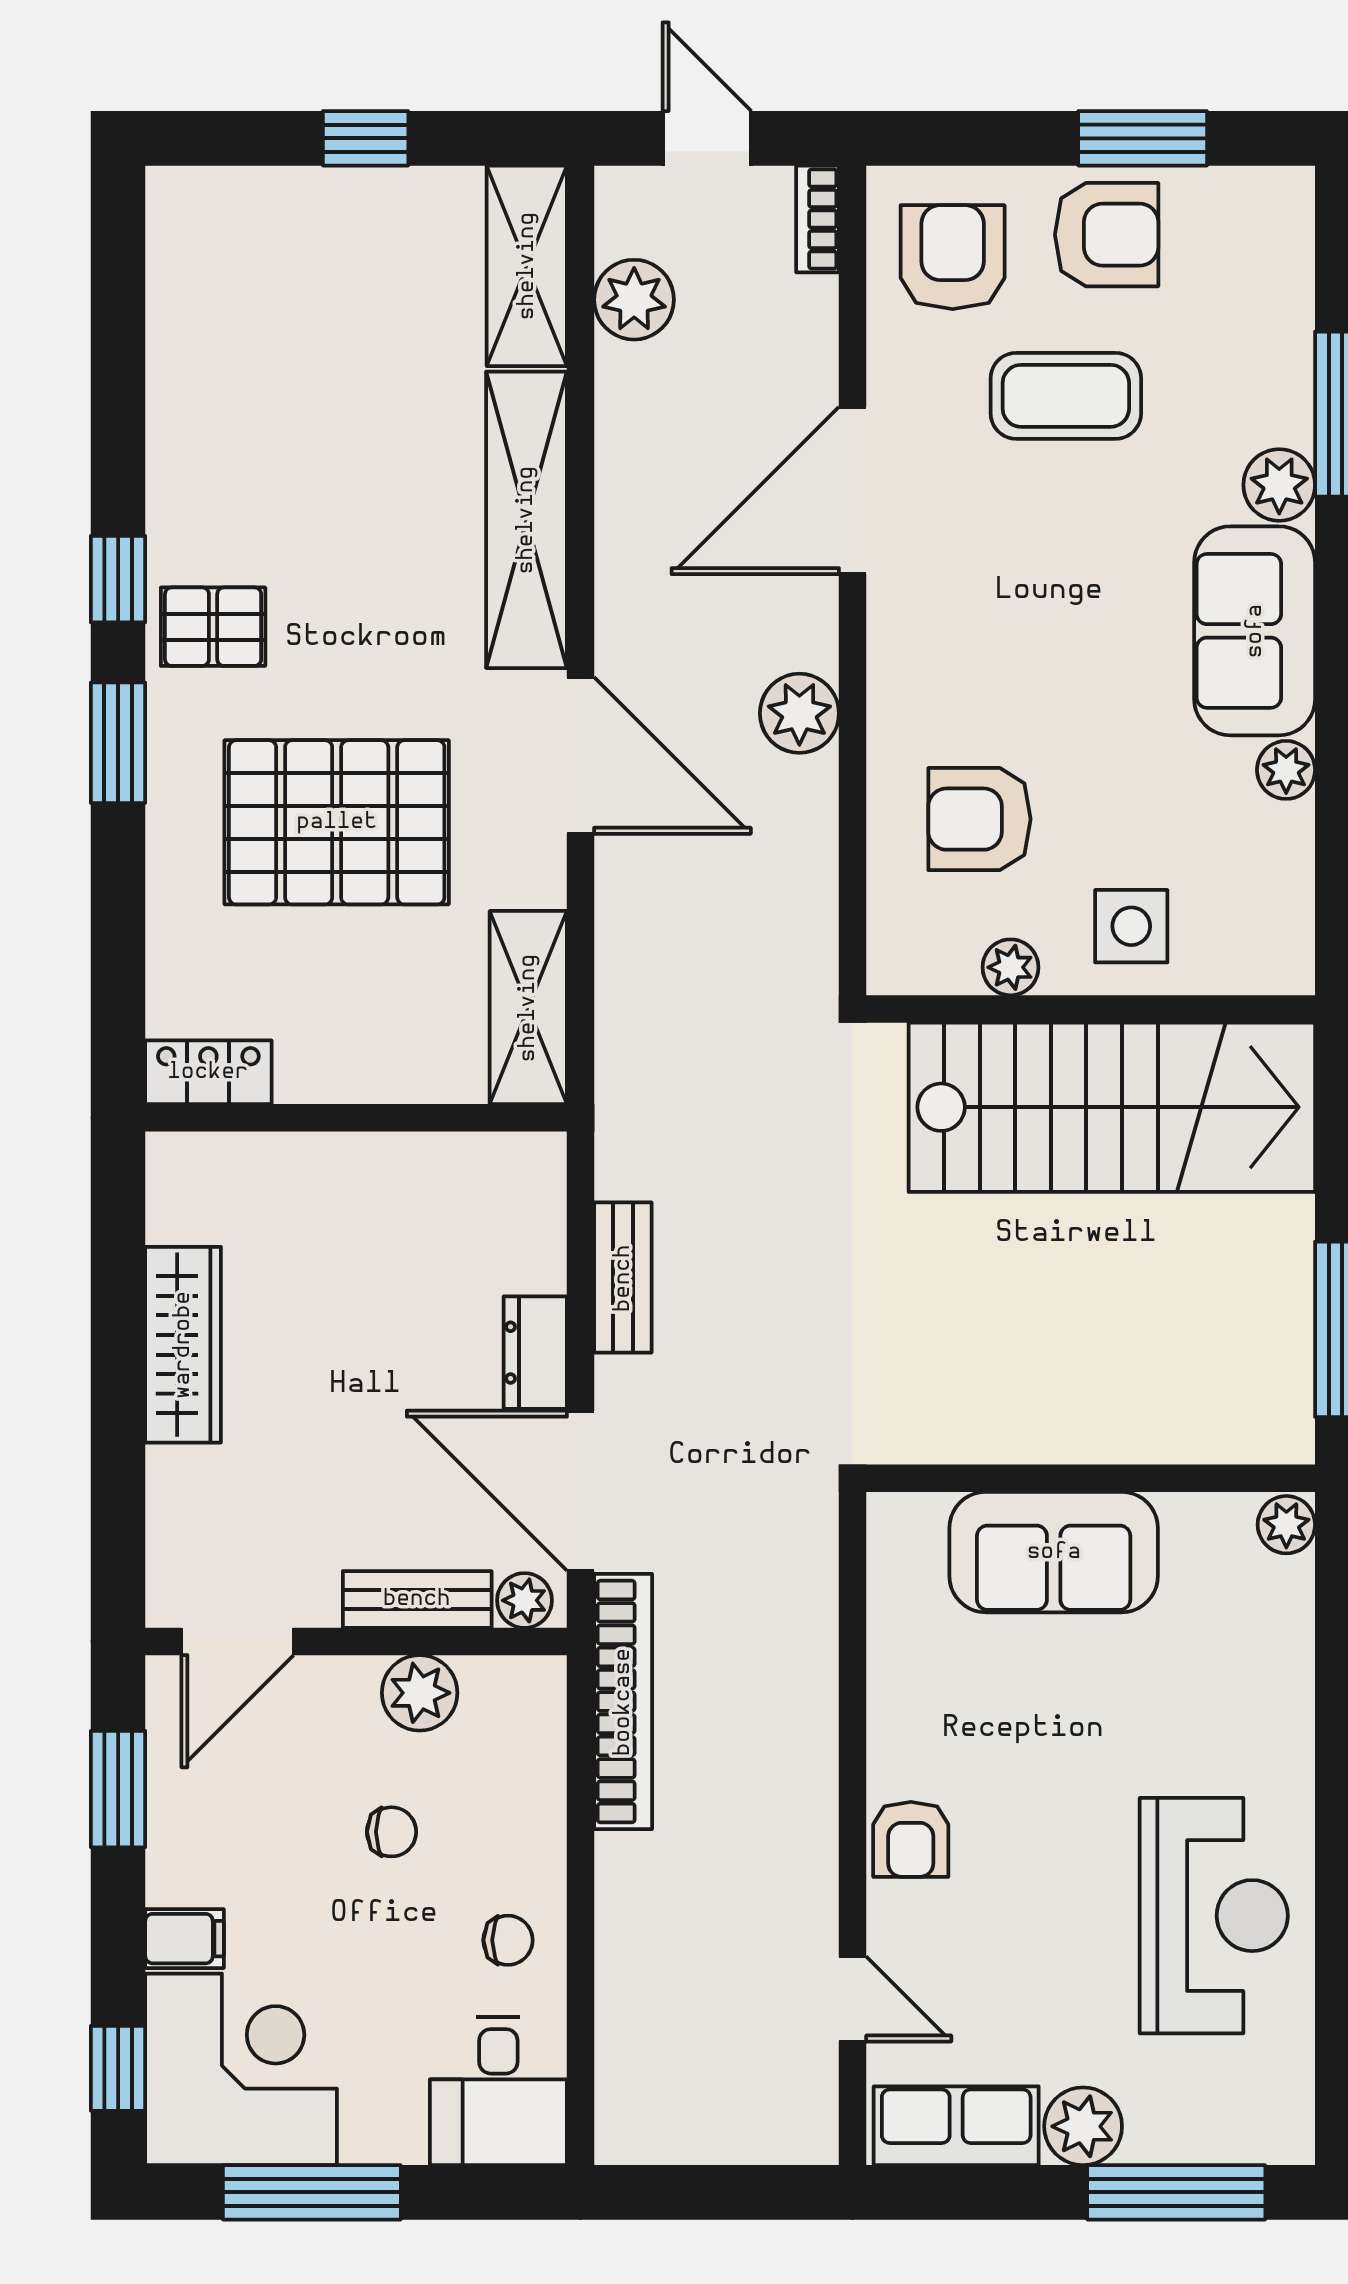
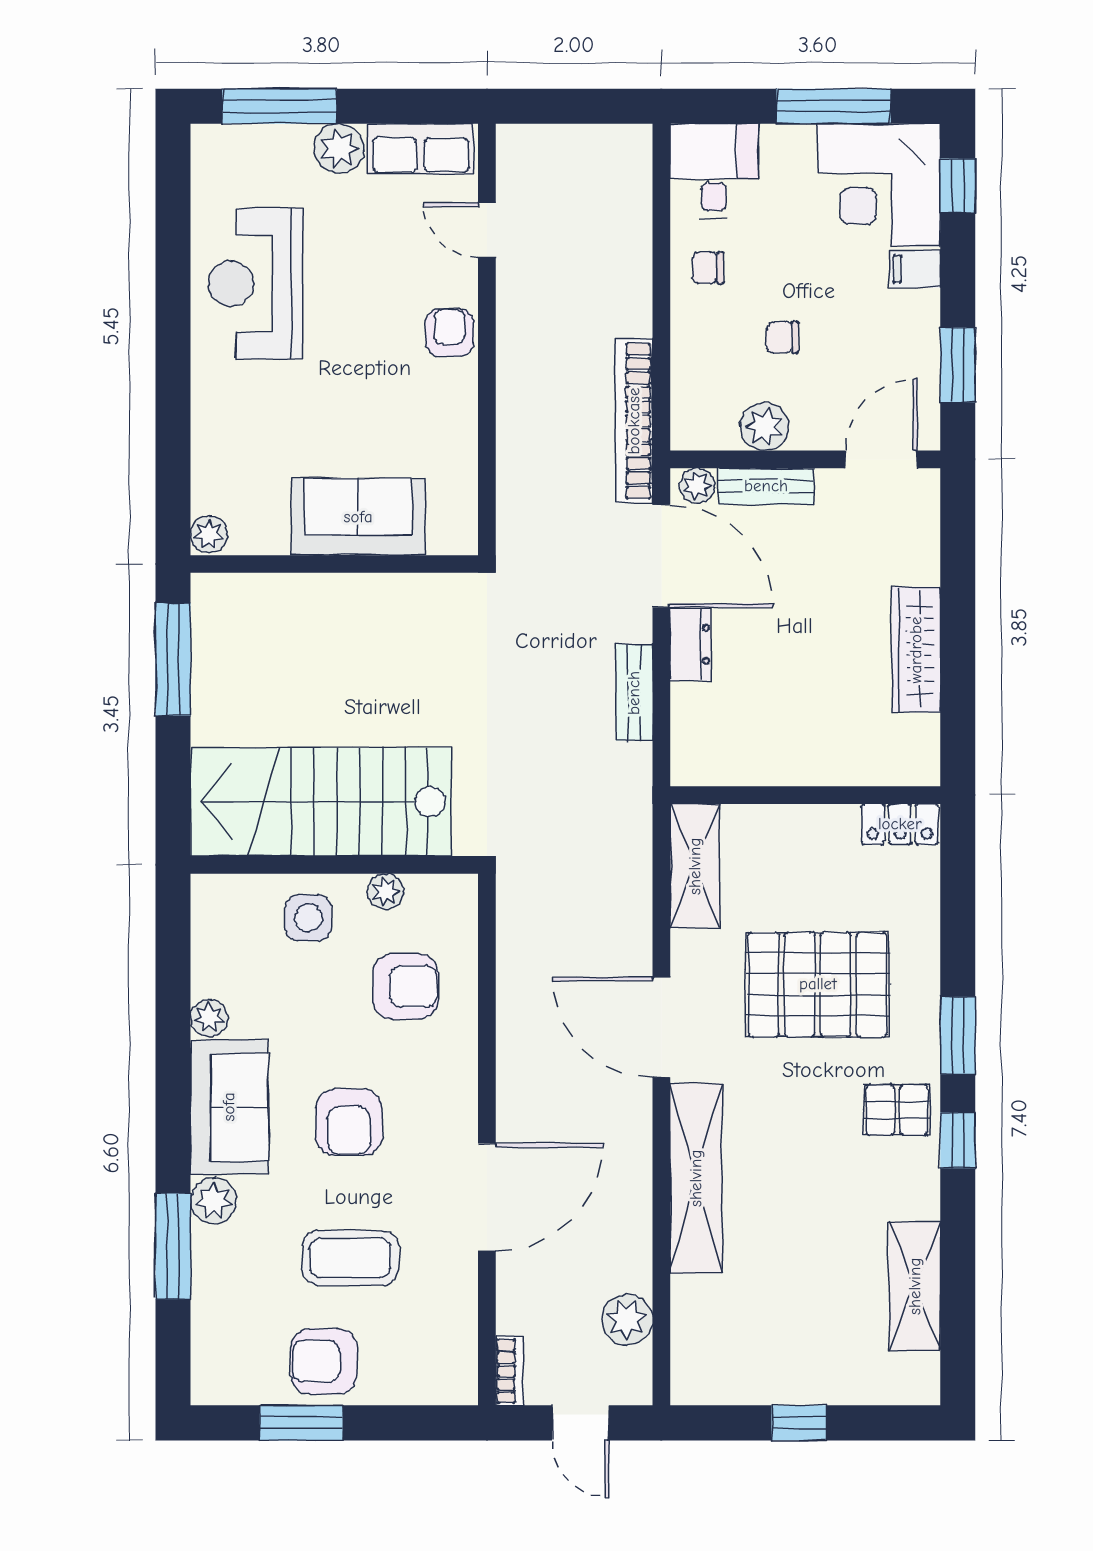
armchair: (953, 257) -> (349, 1122), moved
shelving: (527, 266) -> (915, 1286), moved
plant: (799, 713) -> (521, 1054), removed

